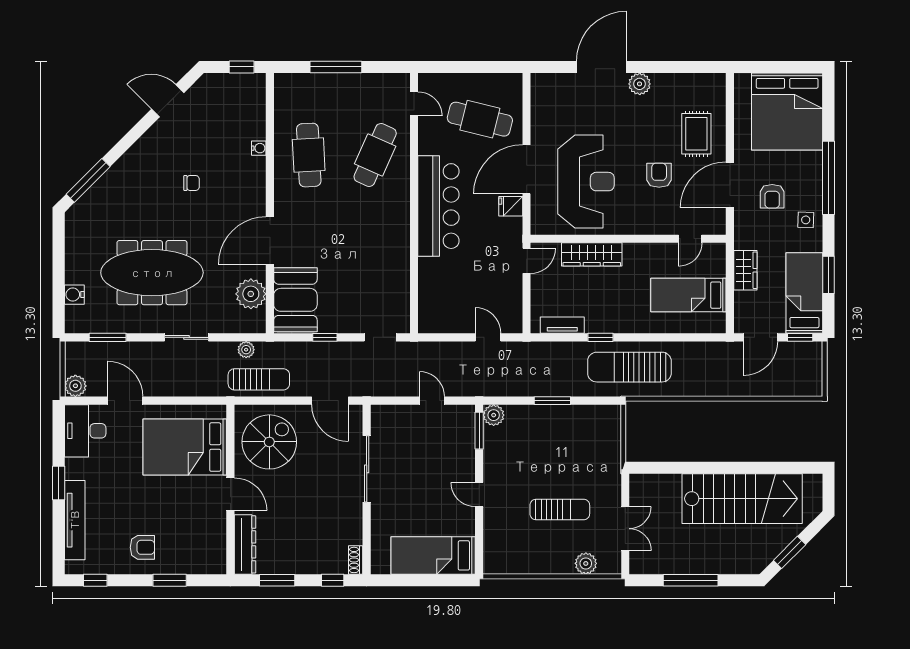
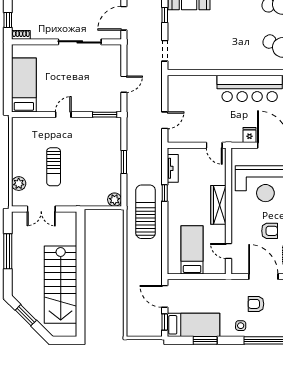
wardrobe: (592, 254) -> (218, 205), moved
wardrobe: (745, 270) -> (208, 287), removed
plant: (494, 415) -> (115, 200), moved

